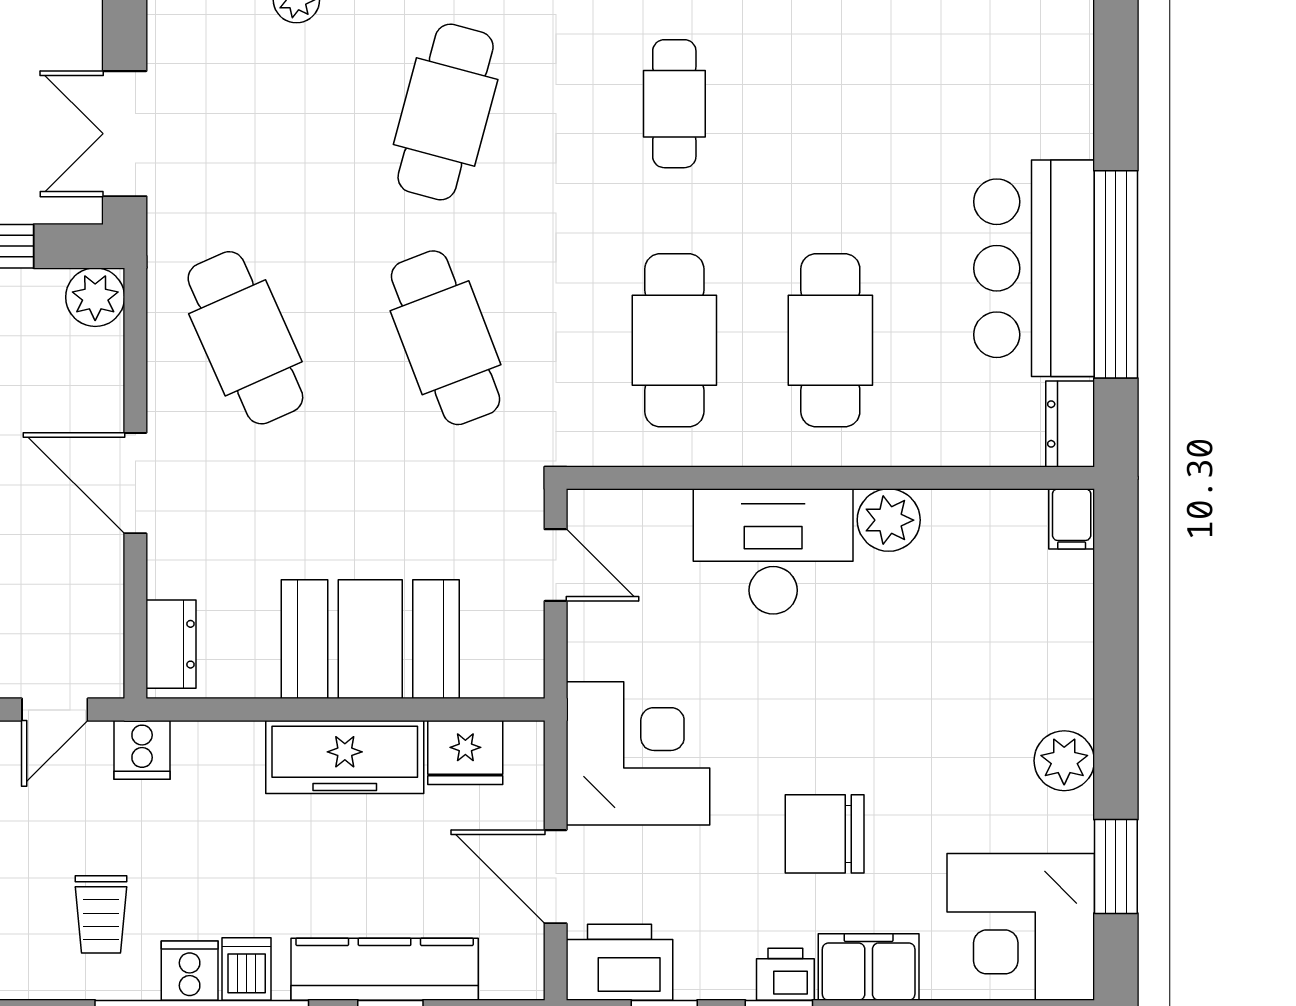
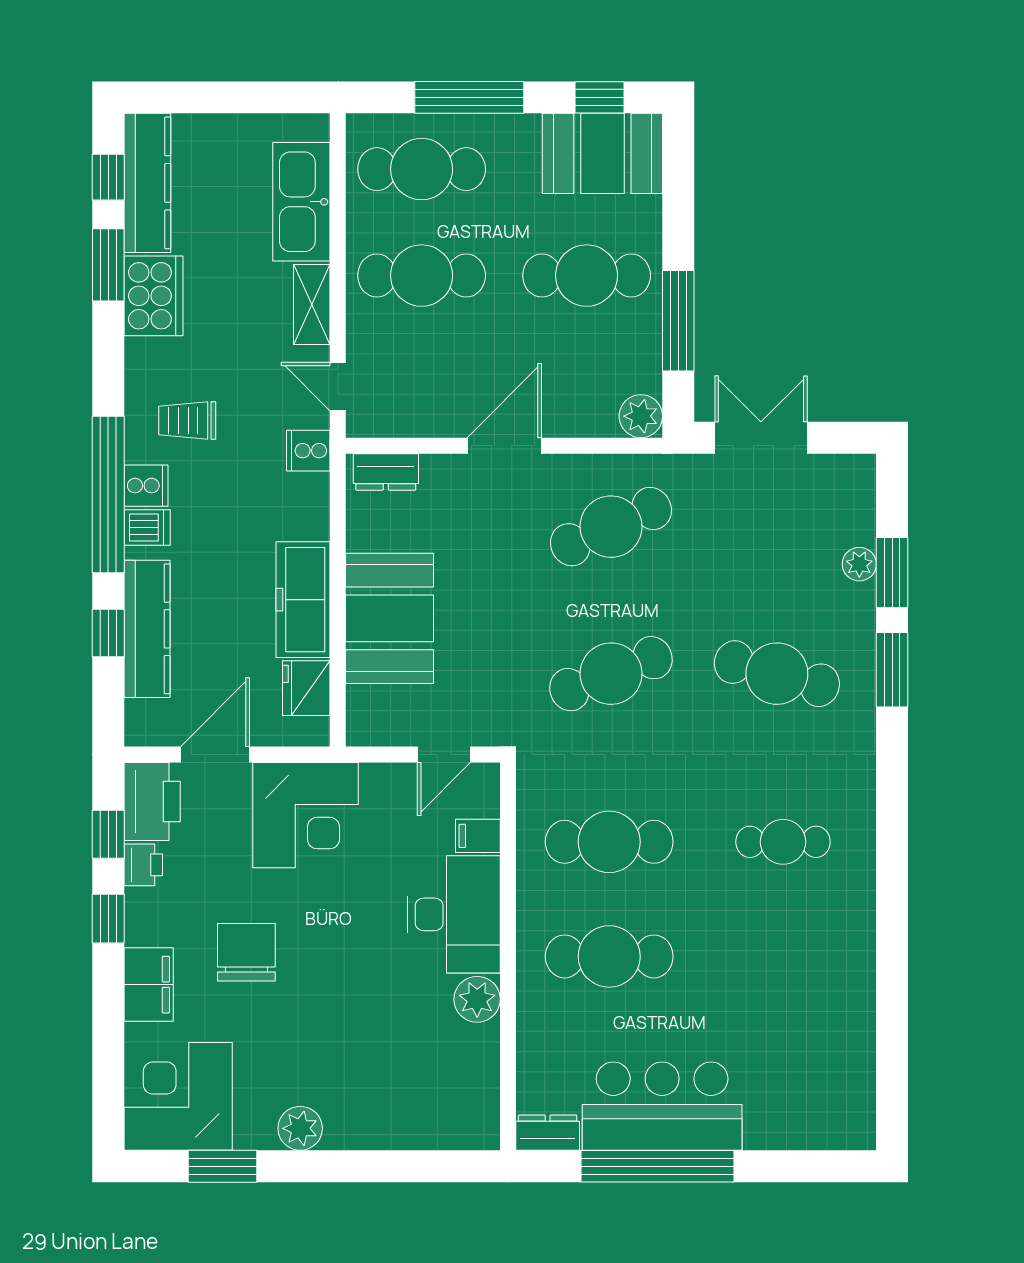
filing cabinet: (1072, 519) -> (478, 836), moved
printer: (785, 974) -> (143, 865), moved

